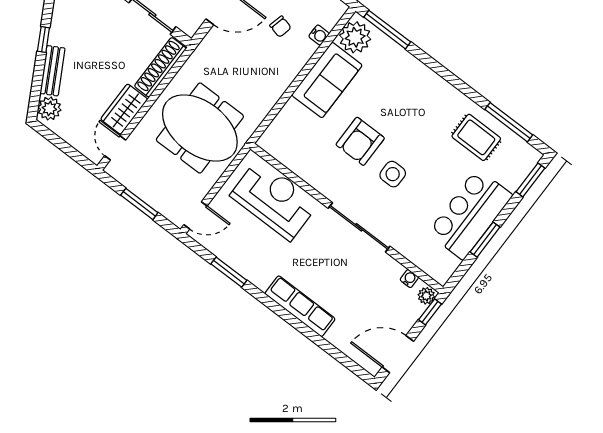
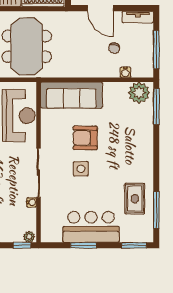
sofa: (327, 80) -> (71, 95), moved, width x1.36
water cooler: (409, 279) -> (31, 202), moved

